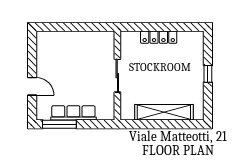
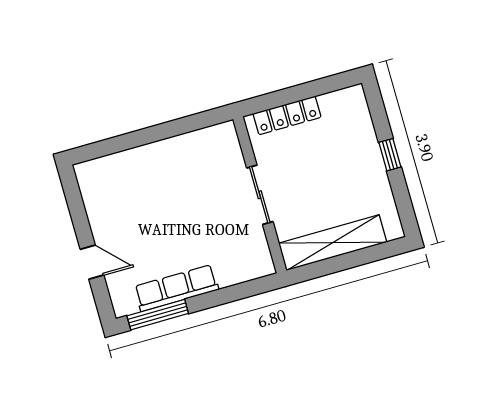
sliding door: (117, 76) -> (260, 195), moved
wall: (117, 76) -> (260, 195), moved

